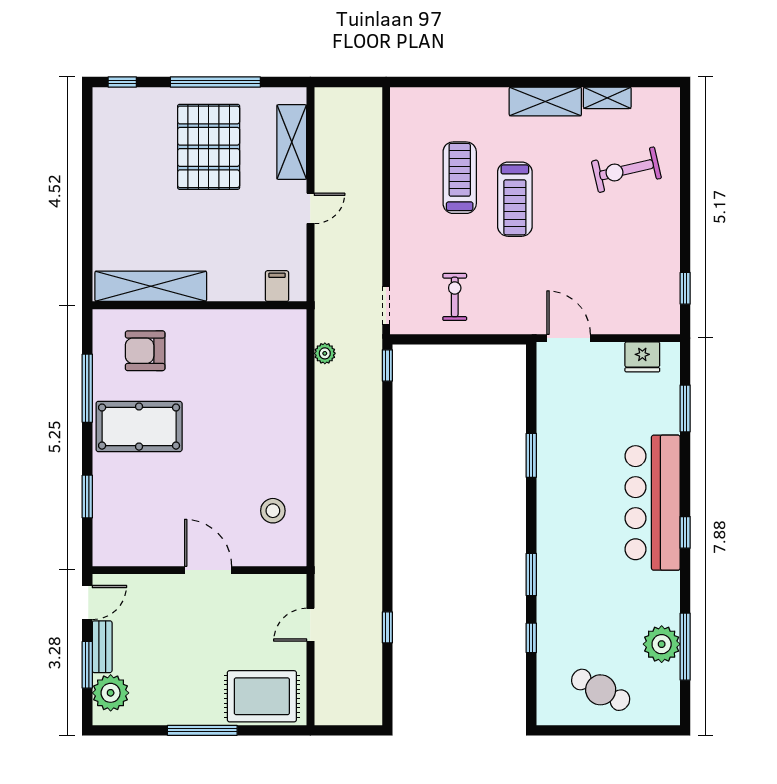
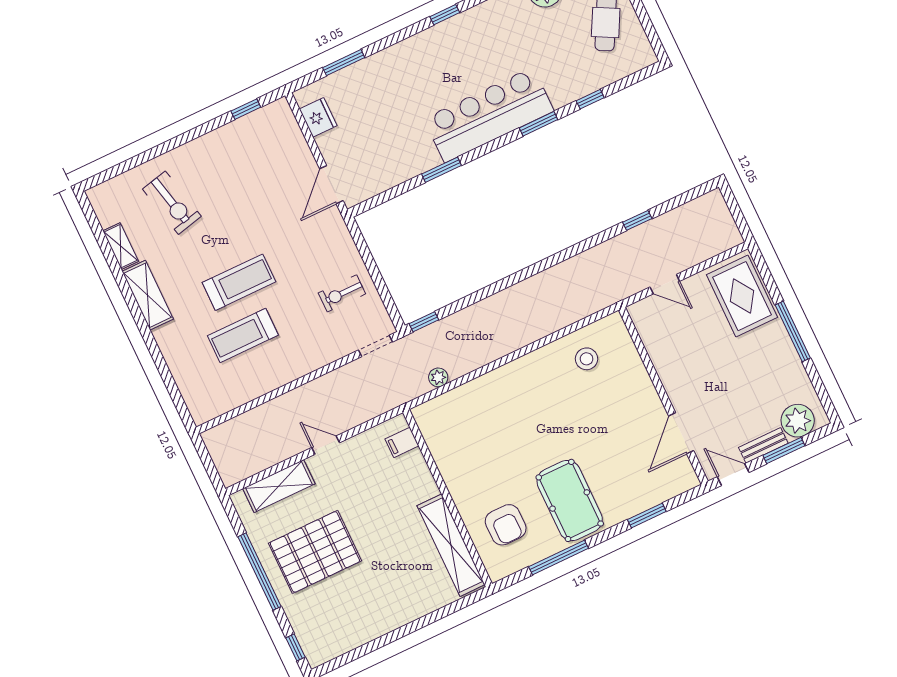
bar counter: (653, 503) -> (489, 115), moved, turned 180
door: (208, 570) -> (681, 433), moved

